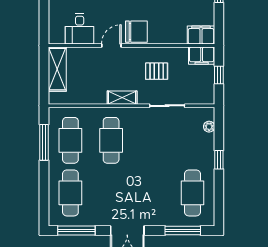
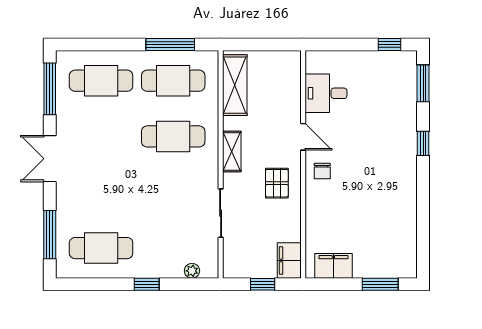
chair: (136, 32) -> (322, 171), width x0.54, depth x0.54
filing cabinet: (201, 35) -> (333, 266), moved, turned -90
shelving: (57, 69) -> (235, 85), moved, turned 90
pallet: (157, 71) -> (277, 183), moved

